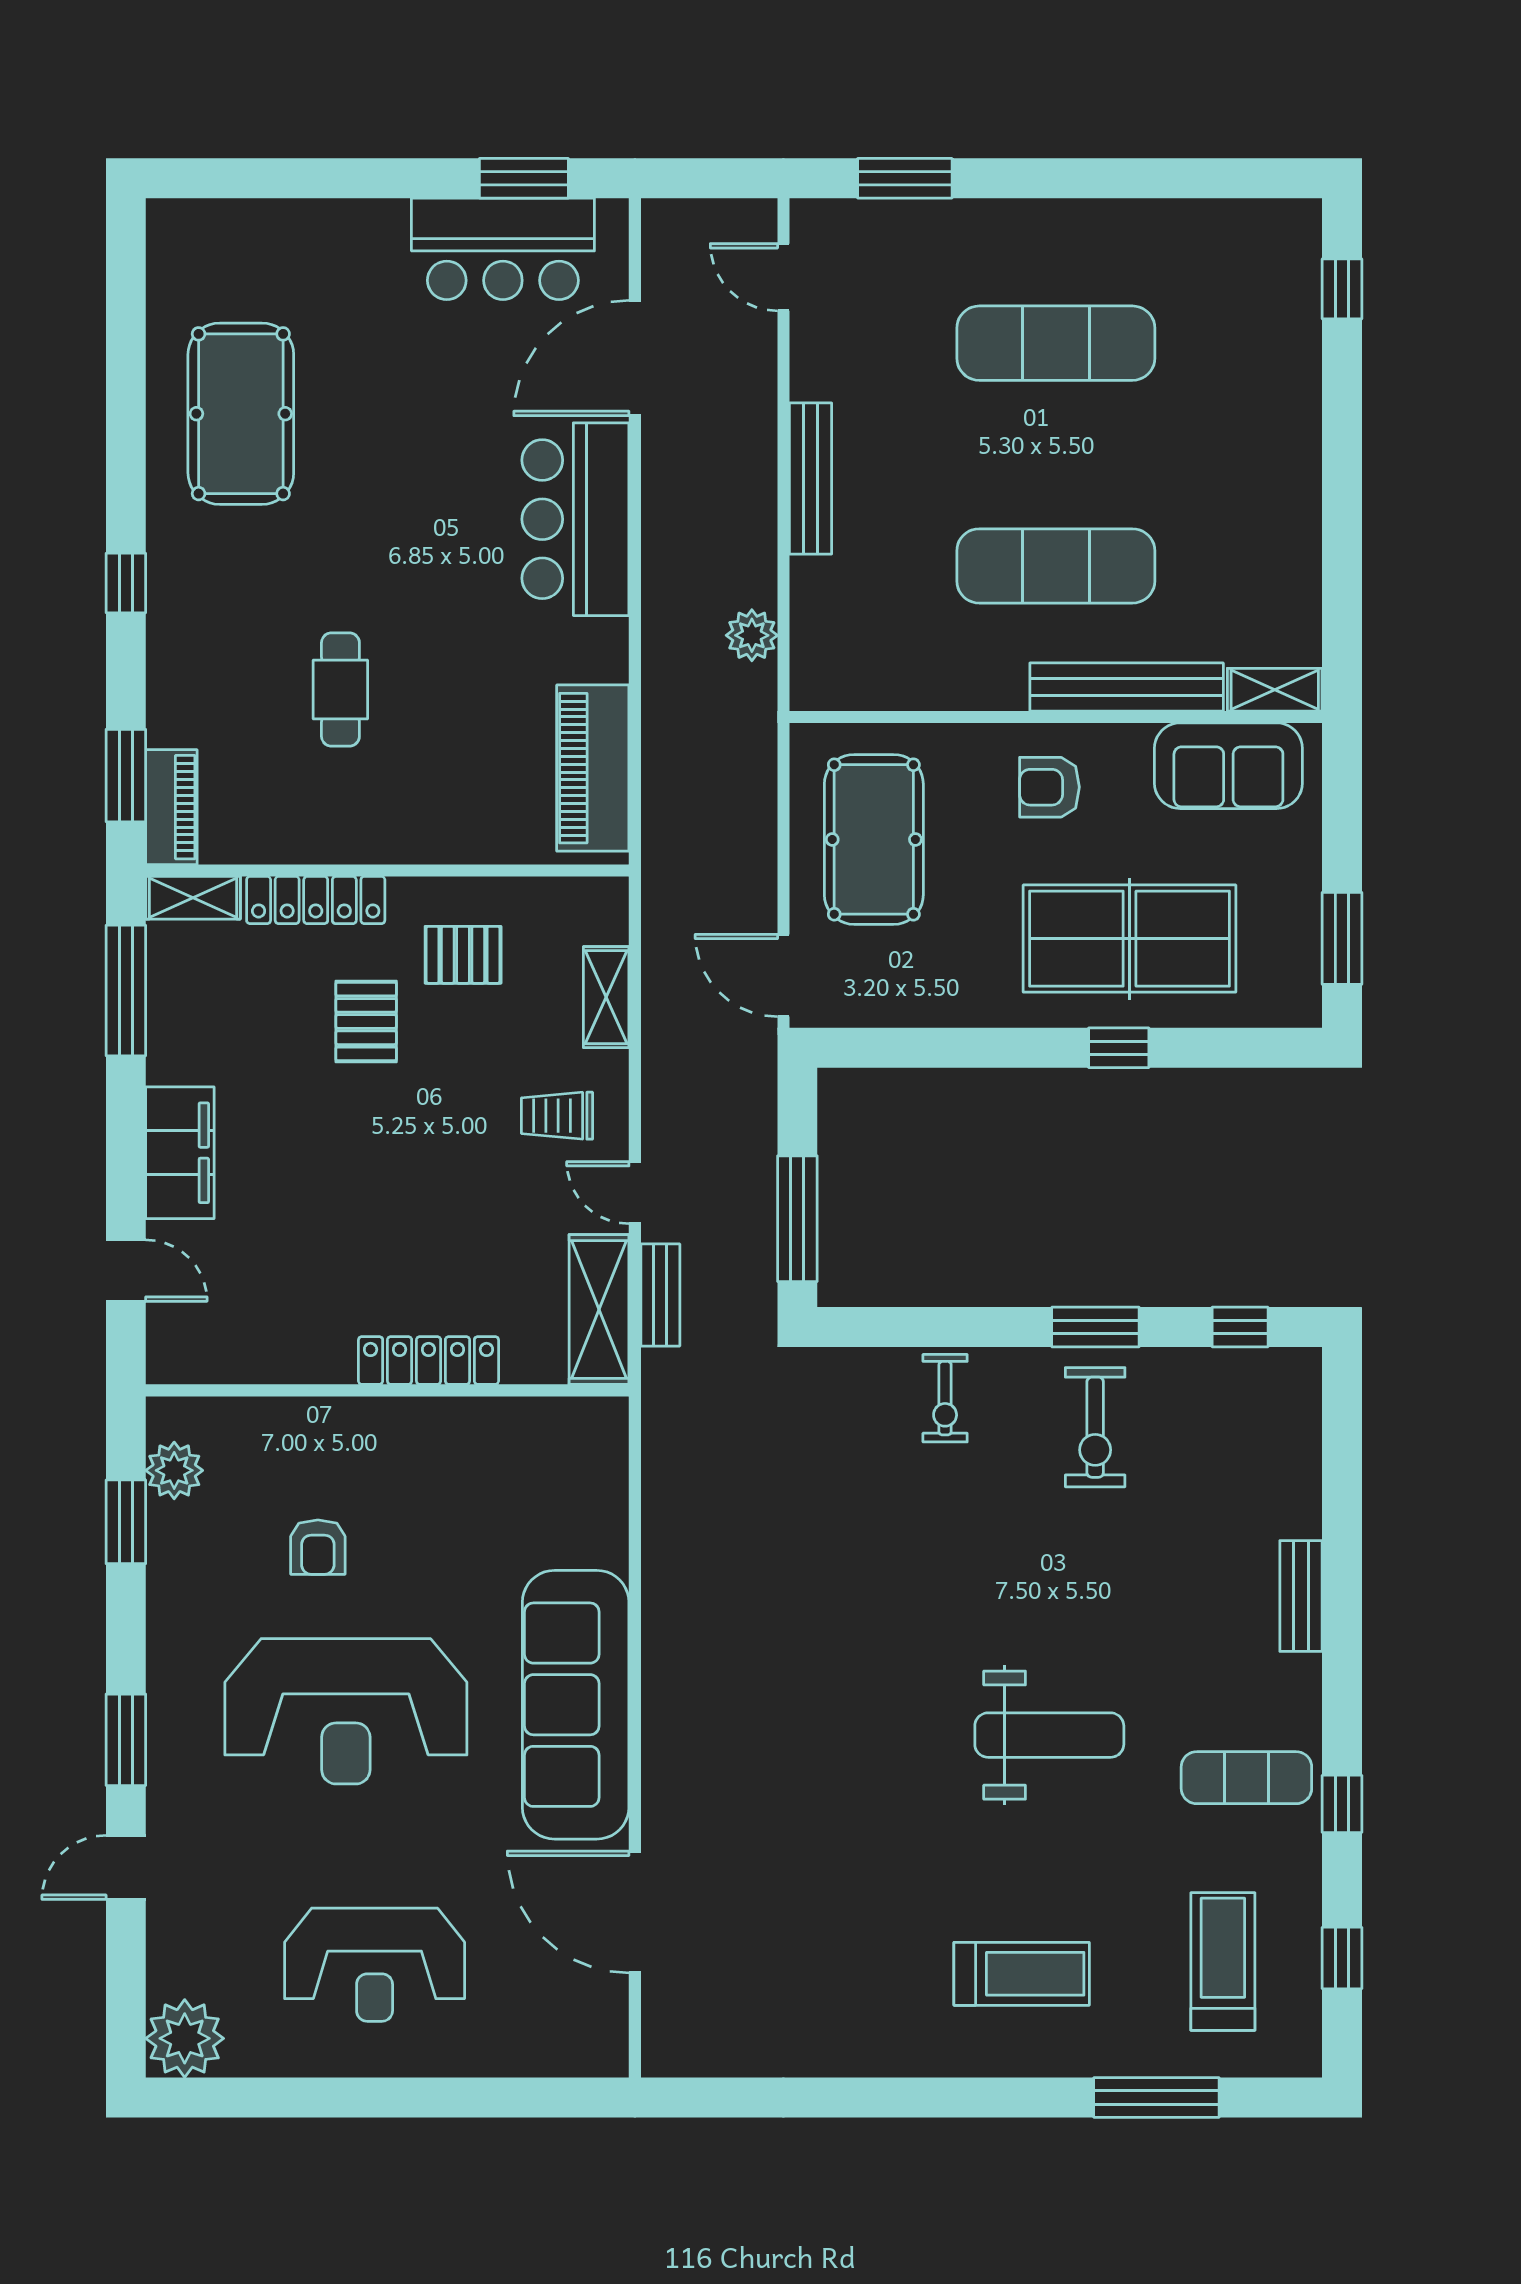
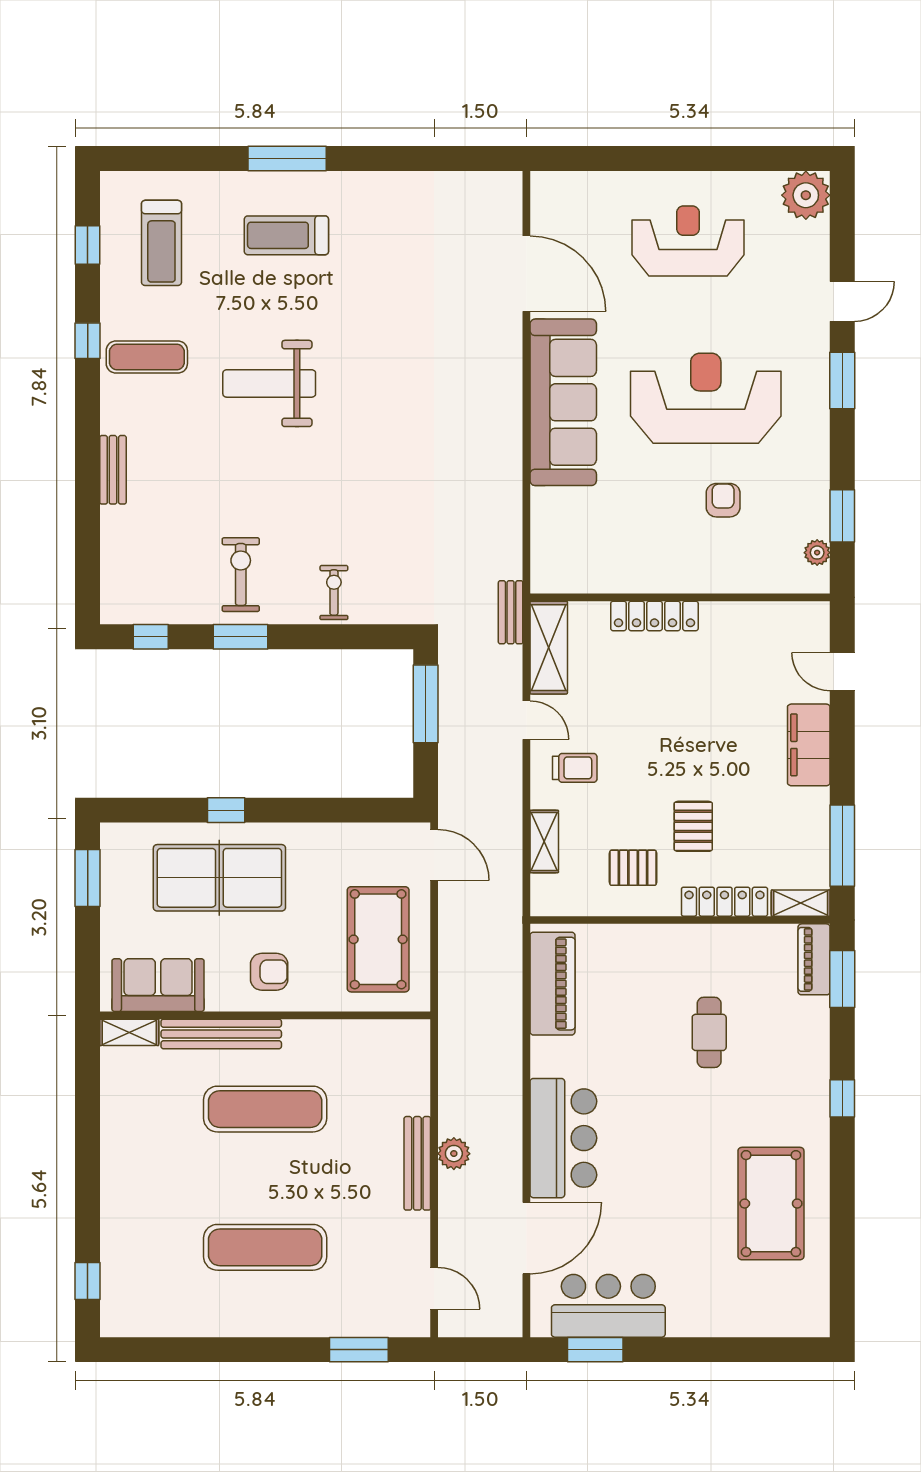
plant: (752, 635) -> (454, 1154), moved
bench: (660, 1295) -> (511, 612), moved
plant: (174, 1470) -> (817, 553), width x0.73, depth x0.73
window: (1156, 2098) -> (287, 159), moved

